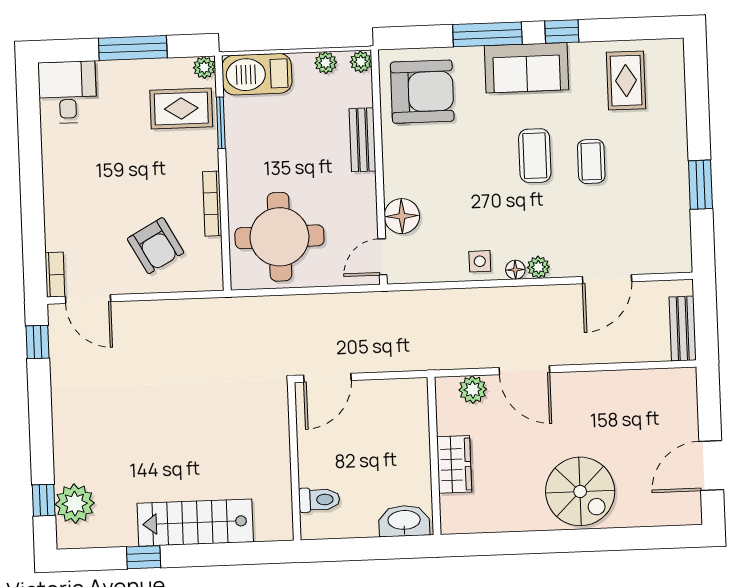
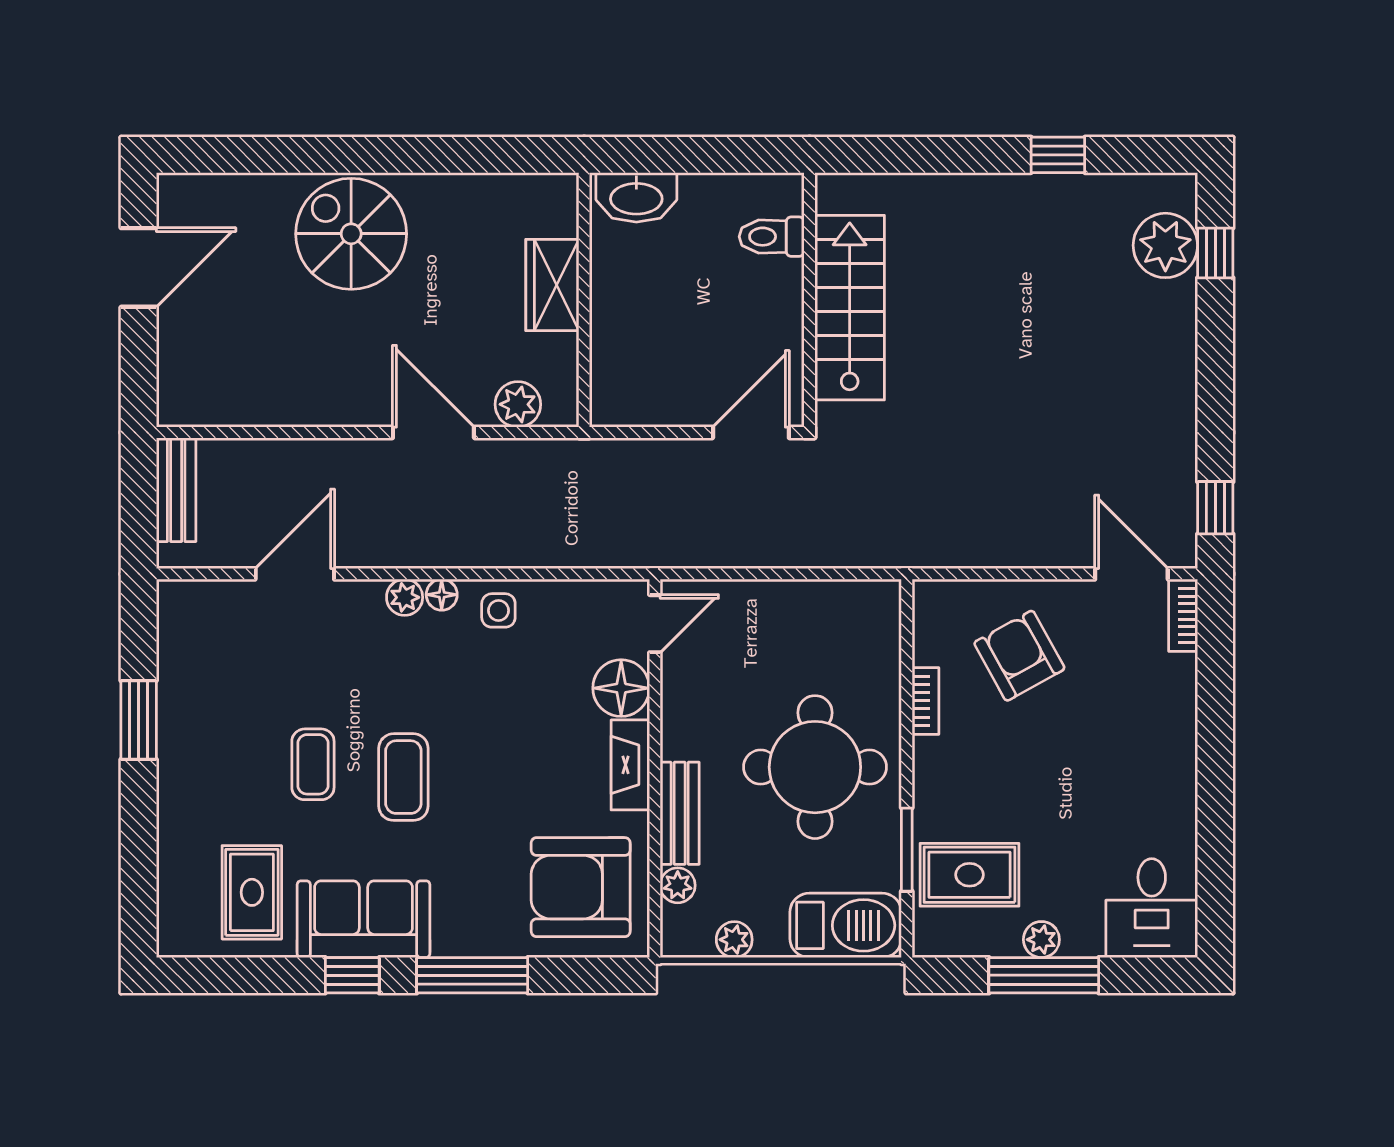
plant: (361, 62) -> (678, 885), moved
plant: (204, 67) -> (1041, 940), moved
sofa: (527, 68) -> (364, 919), moved
fireplace: (394, 169) -> (630, 765), added
bookcase: (212, 204) -> (925, 701), width x0.64
round table: (279, 237) -> (815, 767), moved
stairs: (195, 523) -> (850, 308), moved, turned -90

